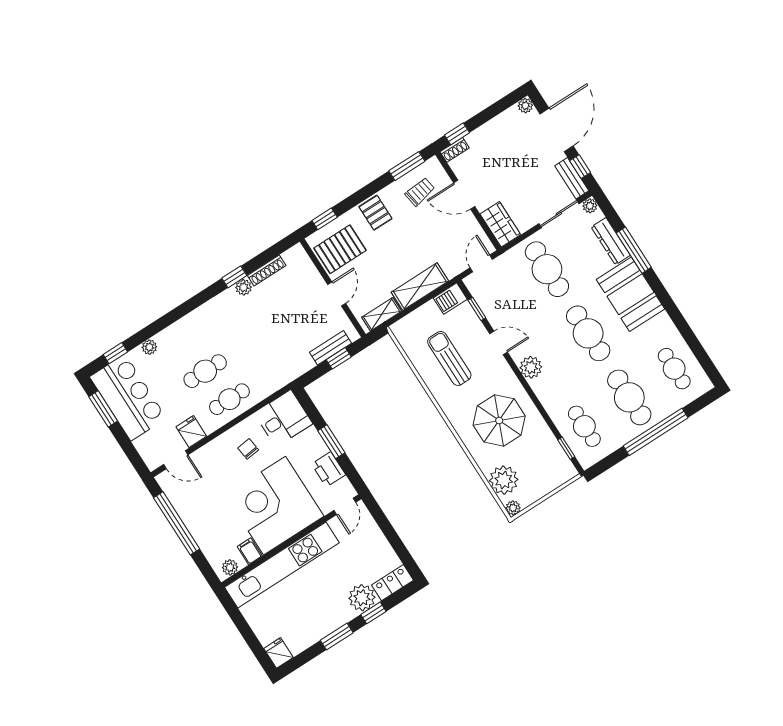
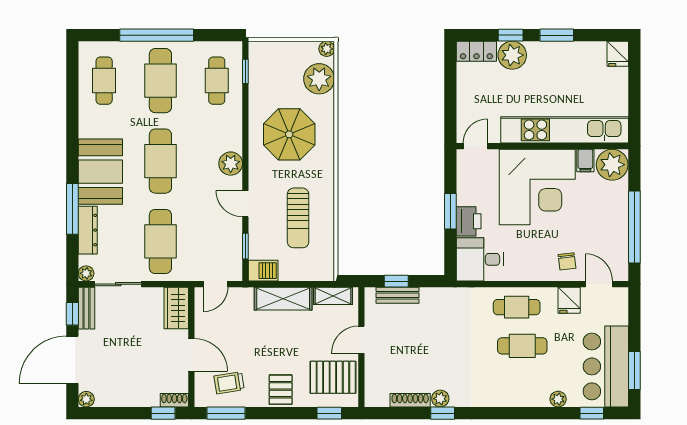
chair: (248, 449) -> (567, 261), moved
printer: (329, 469) -> (469, 221), moved
plant: (230, 567) -> (612, 165), width x1.87, depth x1.87

